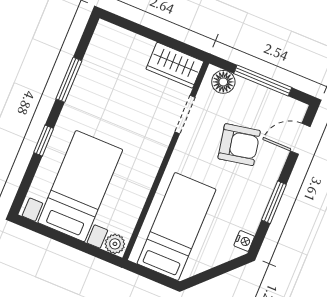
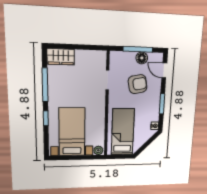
wardrobe: (175, 65) -> (61, 57), moved
window: (69, 80) -> (45, 85), width x1.44
floor lamp: (223, 82) -> (142, 58), moved
door: (300, 139) -> (164, 70), hinge flipped

